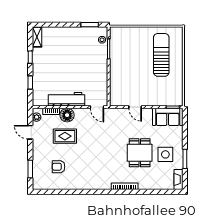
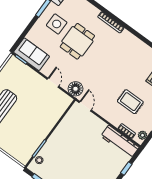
workbench: (66, 99) -> (120, 142), moved
floor lamp: (67, 115) -> (75, 89), moved

